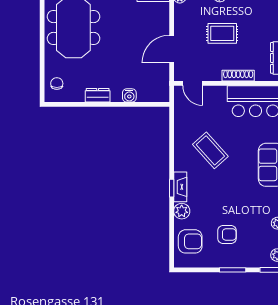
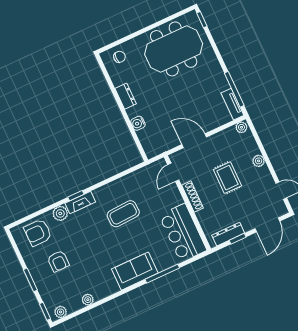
shoe rack: (238, 76) -> (193, 197), moved
coffee table: (210, 150) -> (123, 214), turned 39
armchair: (190, 241) -> (38, 233), turned 90

